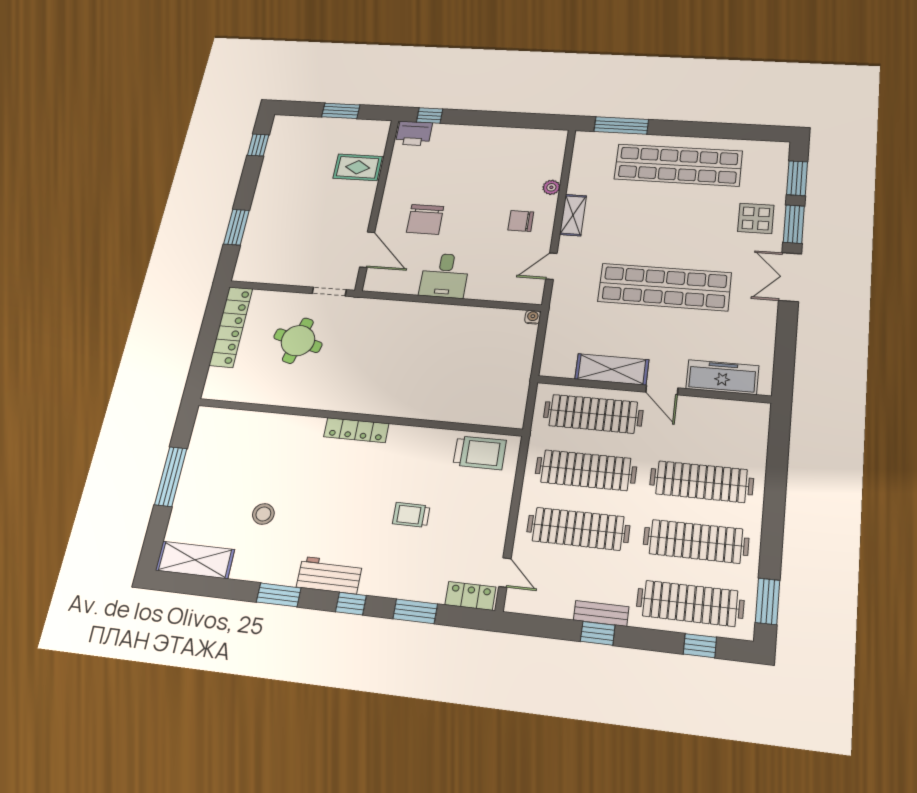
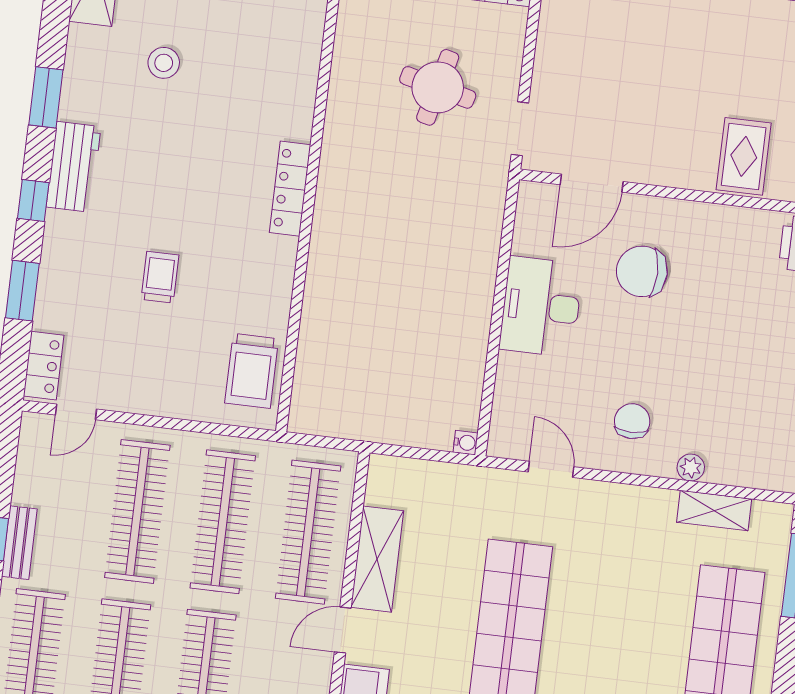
shelving: (573, 215) -> (714, 511), moved
desk: (444, 276) -> (541, 307), width x1.37

